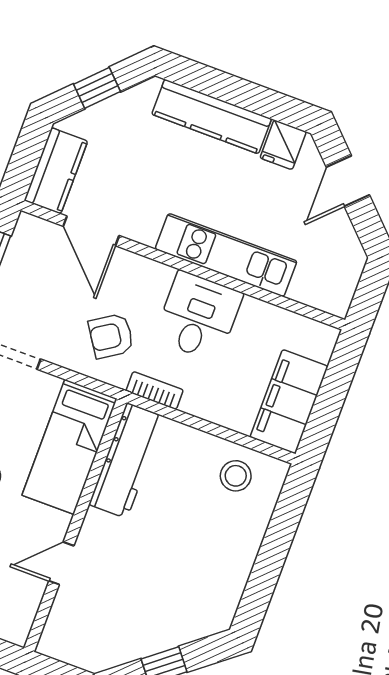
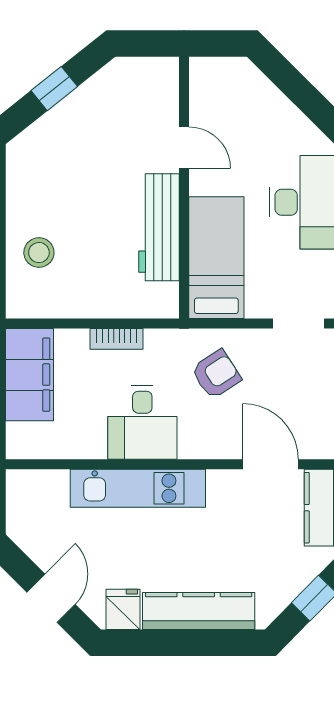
bookcase: (155, 390) -> (117, 339), moved
workbench: (127, 461) -> (159, 227), moved
stool: (236, 476) -> (39, 253), moved
door: (61, 563) -> (184, 148), hinge flipped

